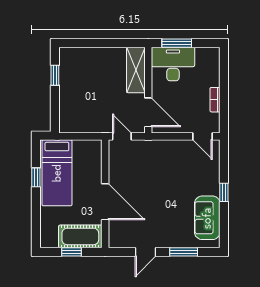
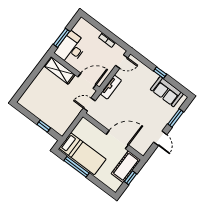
window: (55, 75) -> (44, 126), moved
tv unit: (162, 146) -> (111, 87), added
window: (36, 177) -> (77, 167), width x2.17

